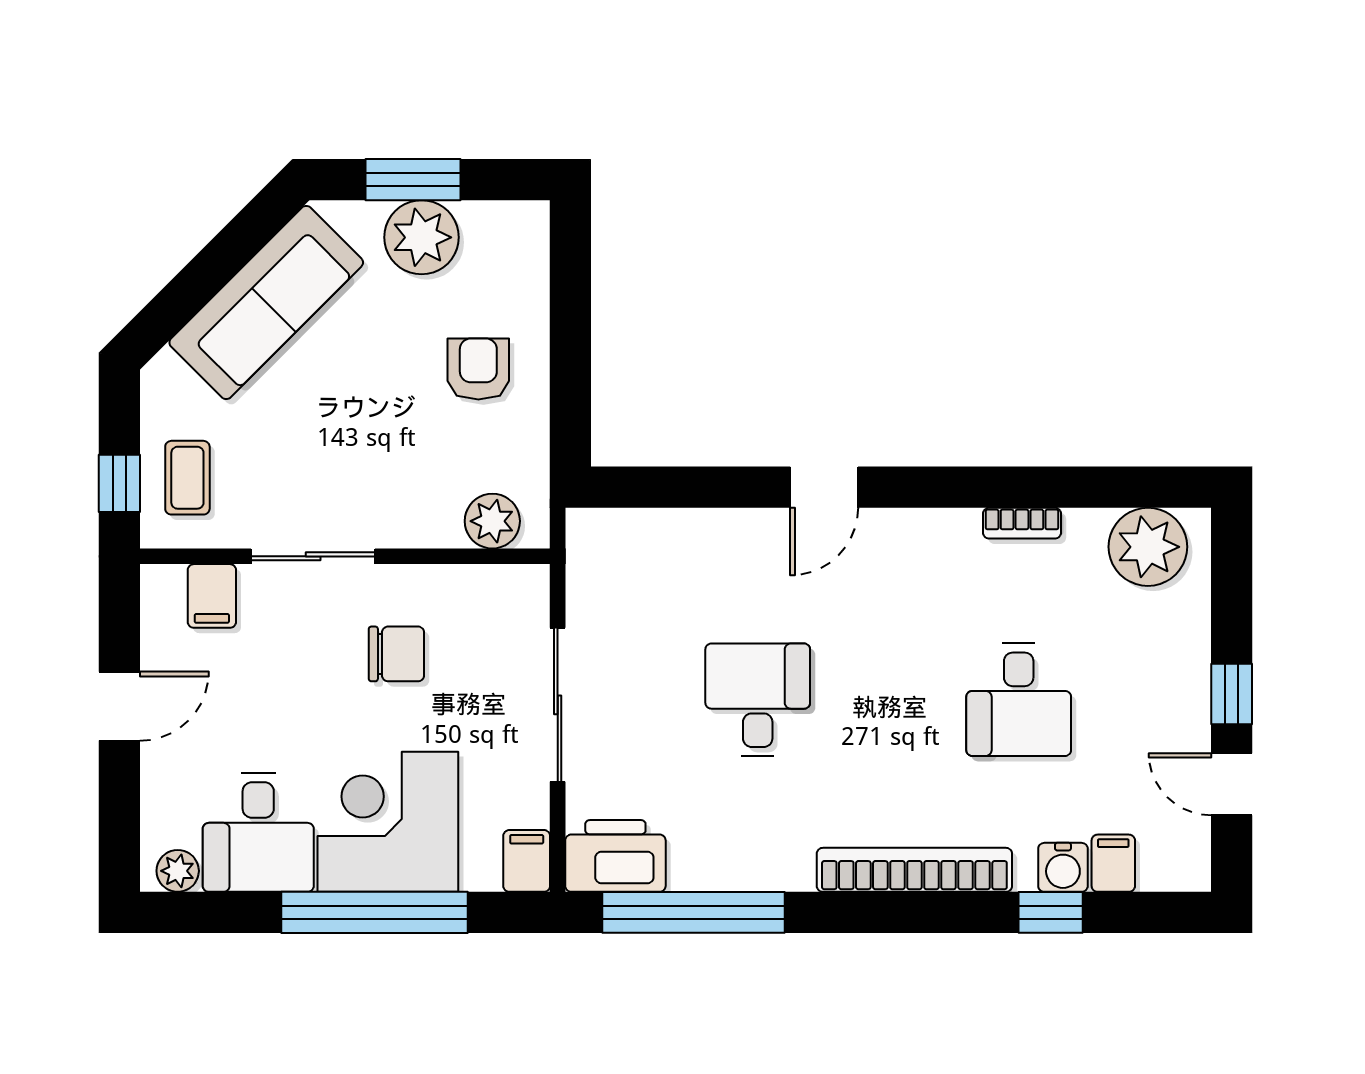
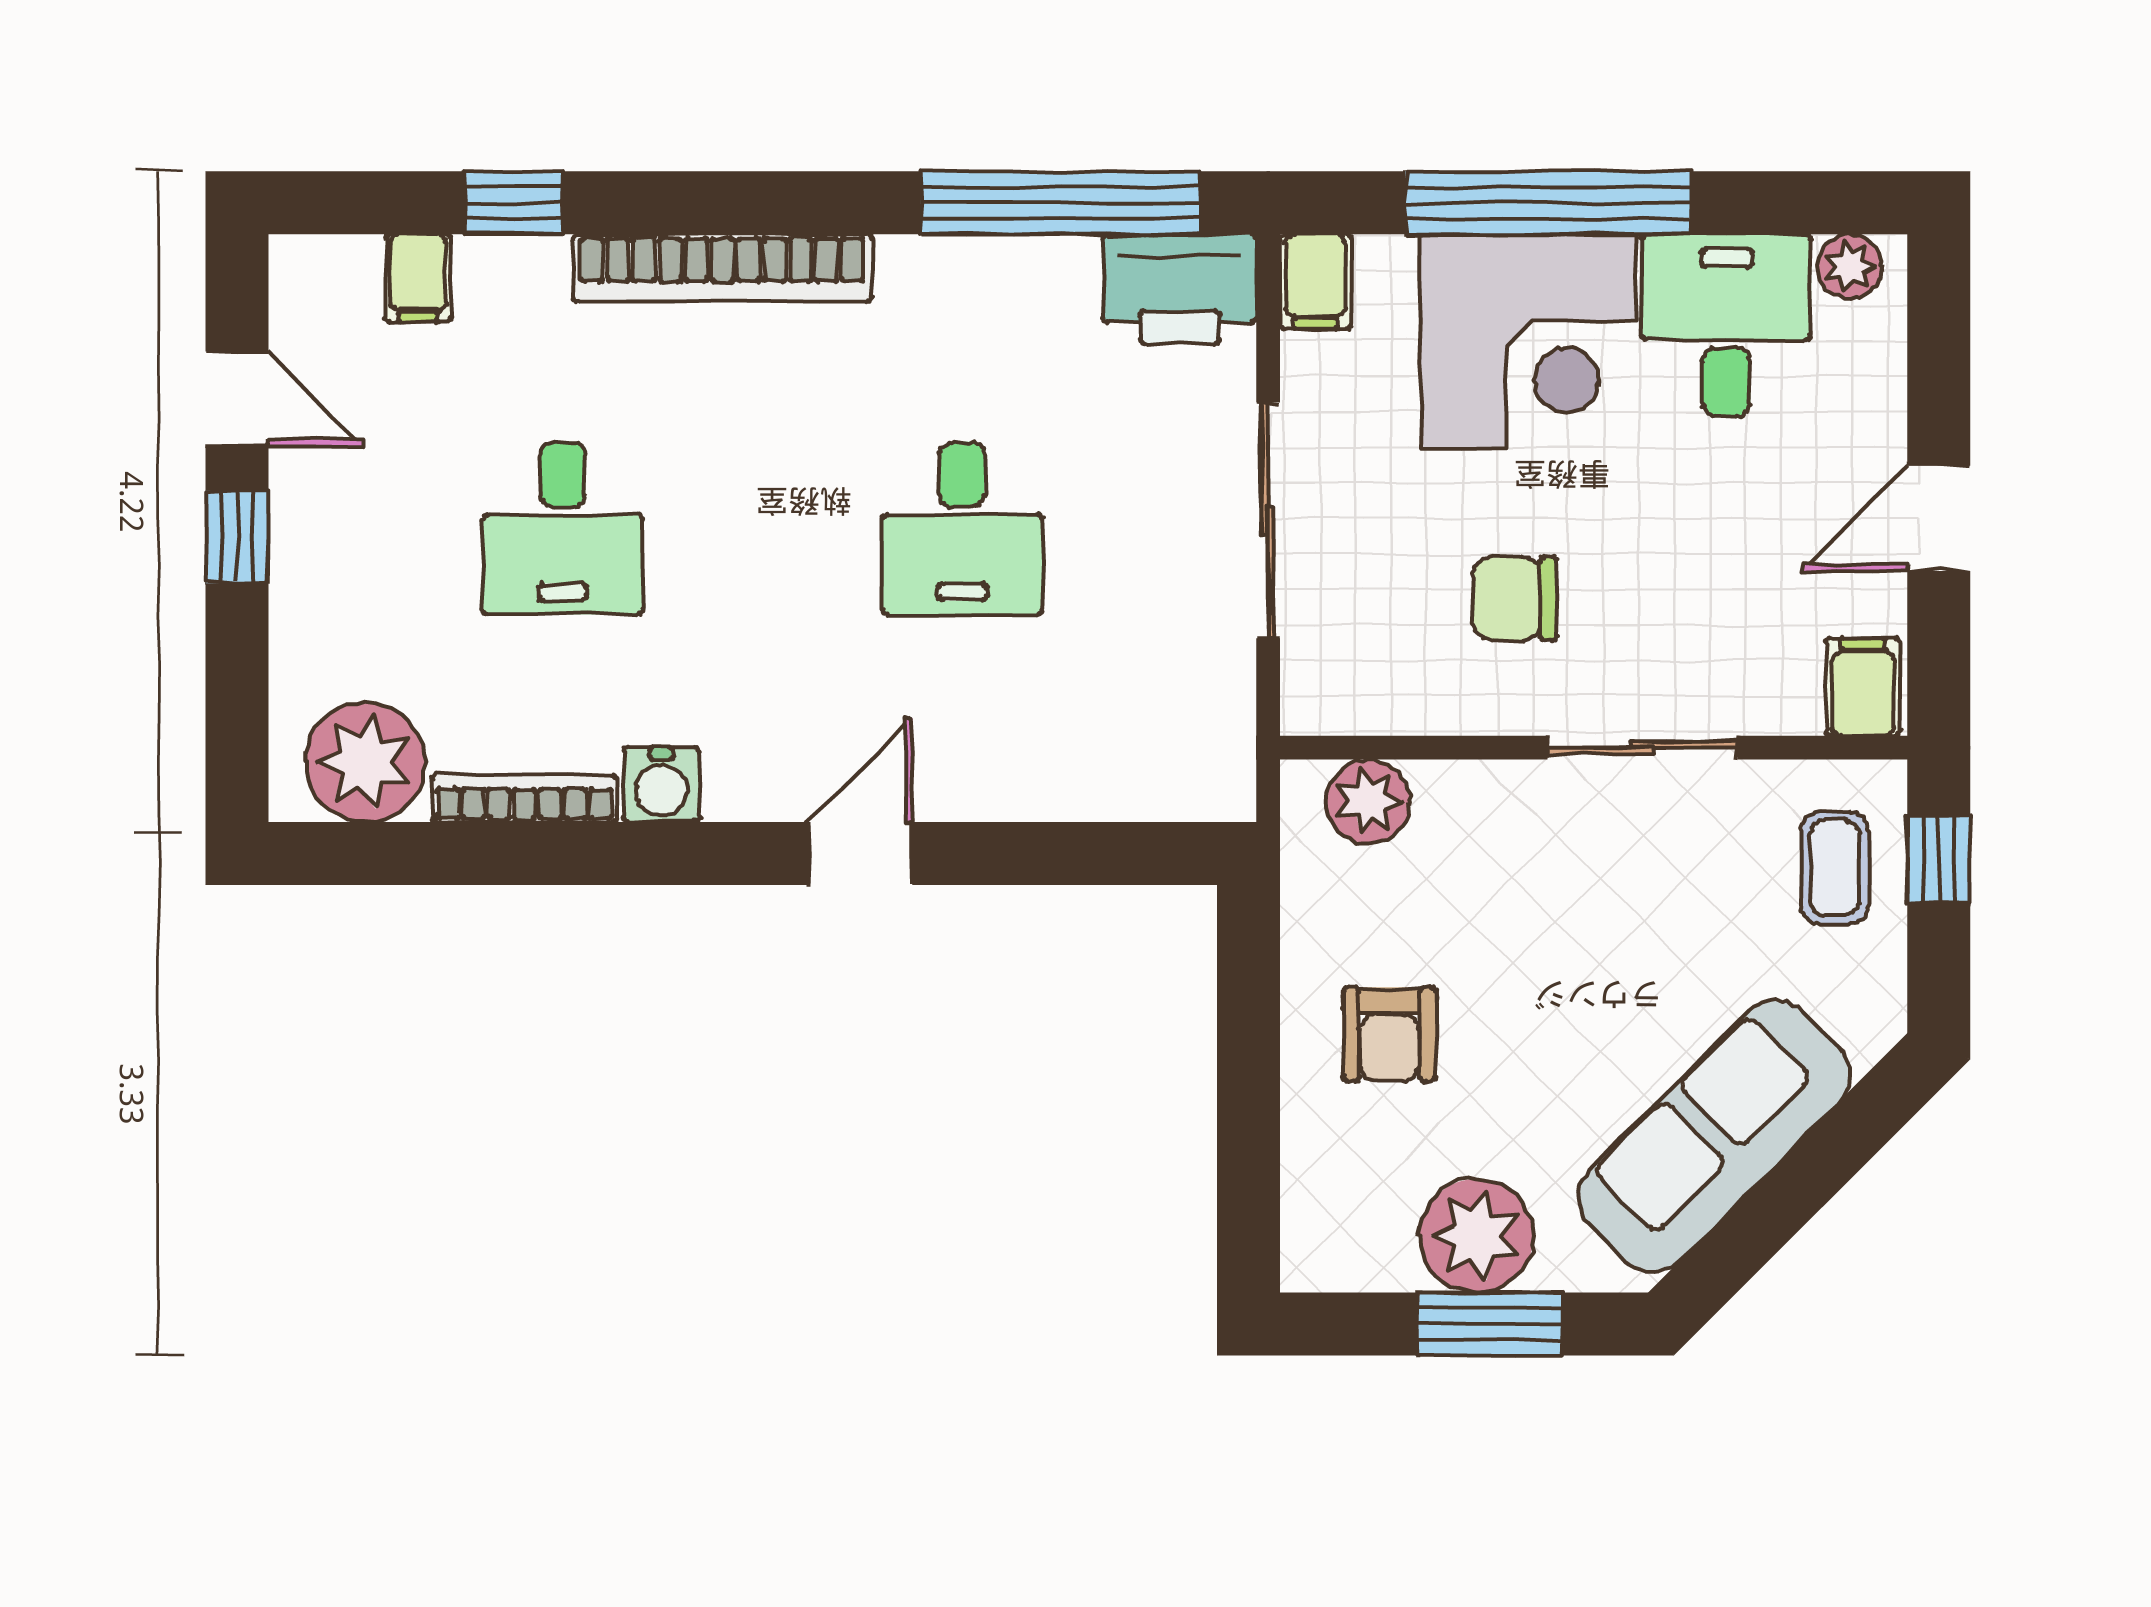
bookcase: (1022, 523) -> (524, 798), width x1.56
filing cabinet: (212, 596) -> (1863, 687), moved
desk: (1019, 700) -> (563, 528), turned 180
water cooler: (1063, 867) -> (661, 784), moved, turned 180

